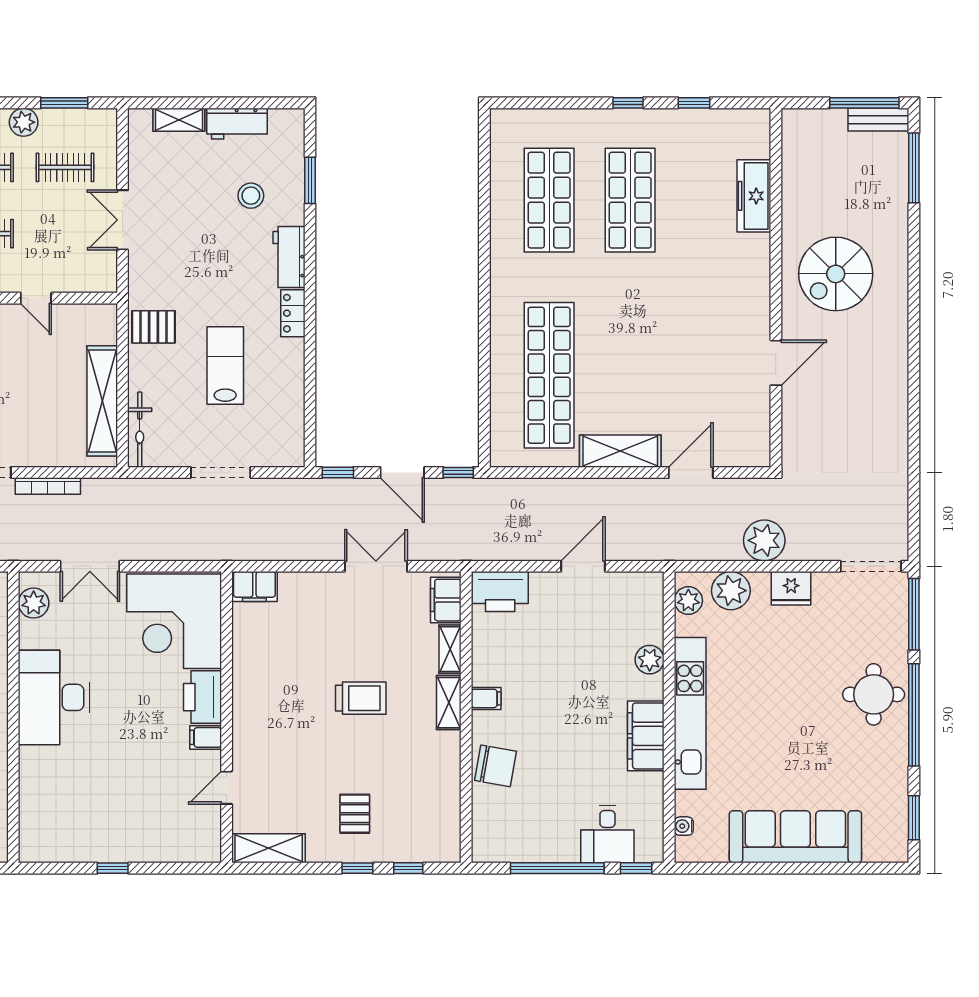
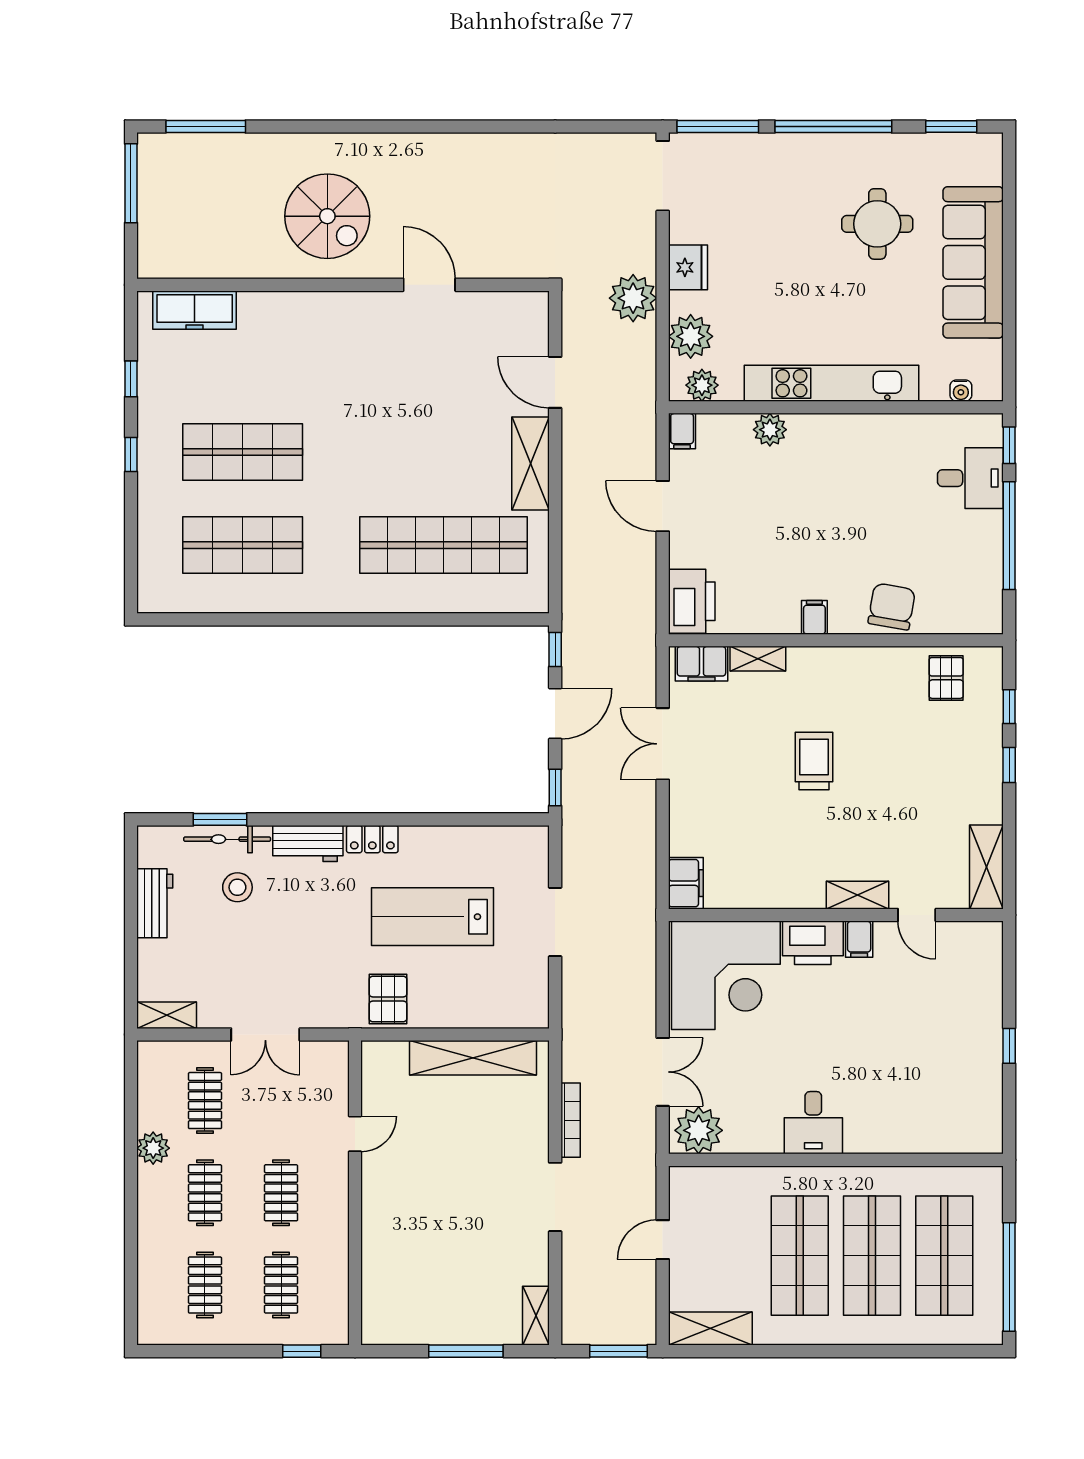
window: (64, 103) -> (131, 1101), removed
shelving: (179, 120) -> (167, 1015), moved, turned 90
bench: (878, 120) -> (150, 167), removed
freezer: (754, 196) -> (195, 310), moved
lab bench: (225, 366) -> (432, 917), width x1.36, depth x1.39
bicycle: (140, 430) -> (227, 839), moved, turned 180
plant: (34, 603) -> (699, 1130), width x1.36, depth x1.36
round table: (874, 694) -> (877, 224), moved
desk: (54, 697) -> (813, 1123), width x0.53, depth x0.77
shelving: (449, 703) -> (858, 895), moved
filing cabinet: (646, 736) -> (682, 431), moved, width x0.33, depth x0.86
pallet: (355, 814) -> (946, 678), moved, turned 90

